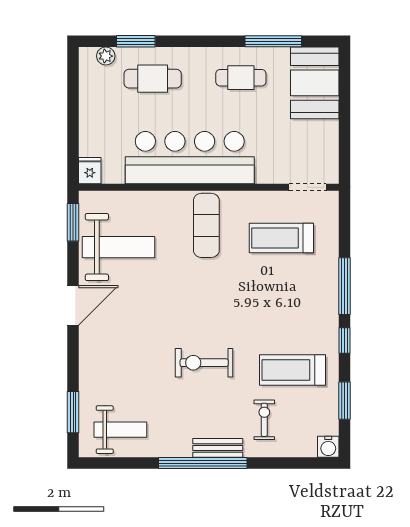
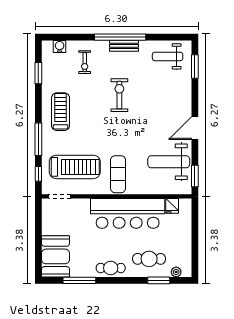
cafe table: (241, 78) -> (111, 268), moved
fridge: (90, 171) -> (172, 206), moved
treadmill: (281, 238) -> (75, 167), width x1.37, depth x1.38
window: (345, 340) -> (38, 174), moved
exercise bike: (204, 363) -> (119, 95), turned -90
treadmill: (293, 370) -> (61, 112), moved, turned -90
water cooler: (328, 447) -> (60, 47), moved
bench: (218, 448) -> (124, 46), moved

